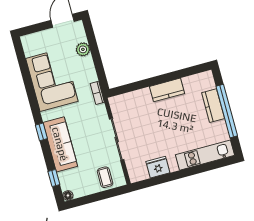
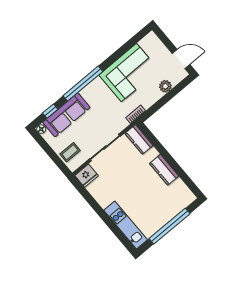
kitchen counter: (213, 106) -> (139, 139), moved, turned -90
window: (41, 132) -> (83, 84), width x3.17
sofa: (60, 144) -> (66, 115), moved
fridge: (158, 167) -> (87, 176), moved, turned 90

